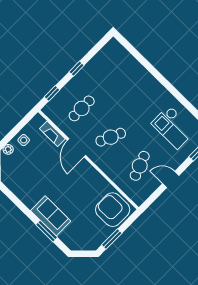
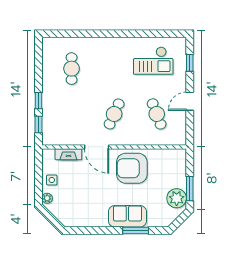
window: (76, 69) -> (39, 101), moved
cafe table: (82, 108) -> (72, 69), moved
armchair: (113, 210) -> (132, 168), moved
plant: (96, 237) -> (177, 198), added

